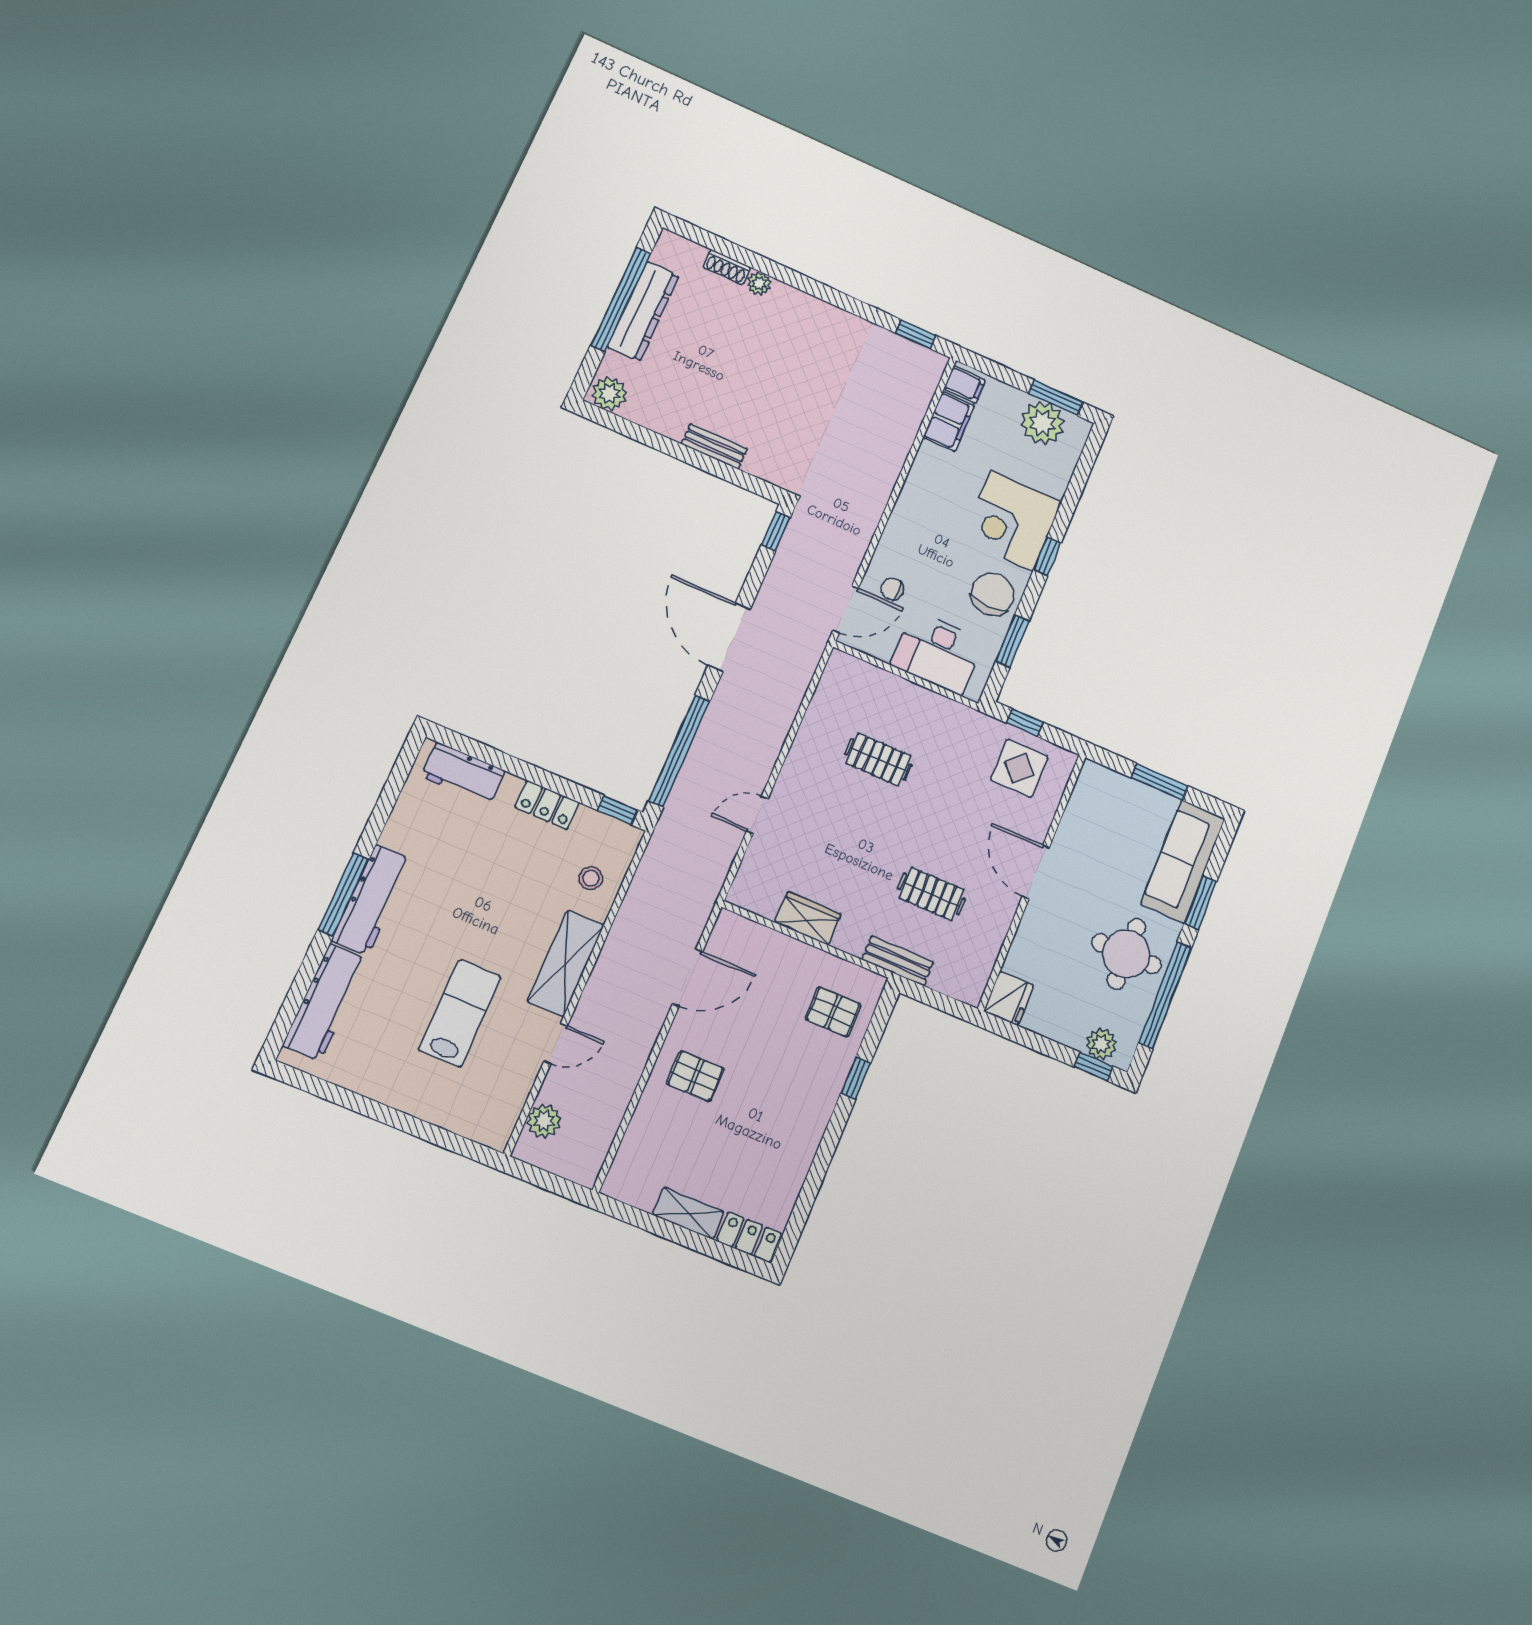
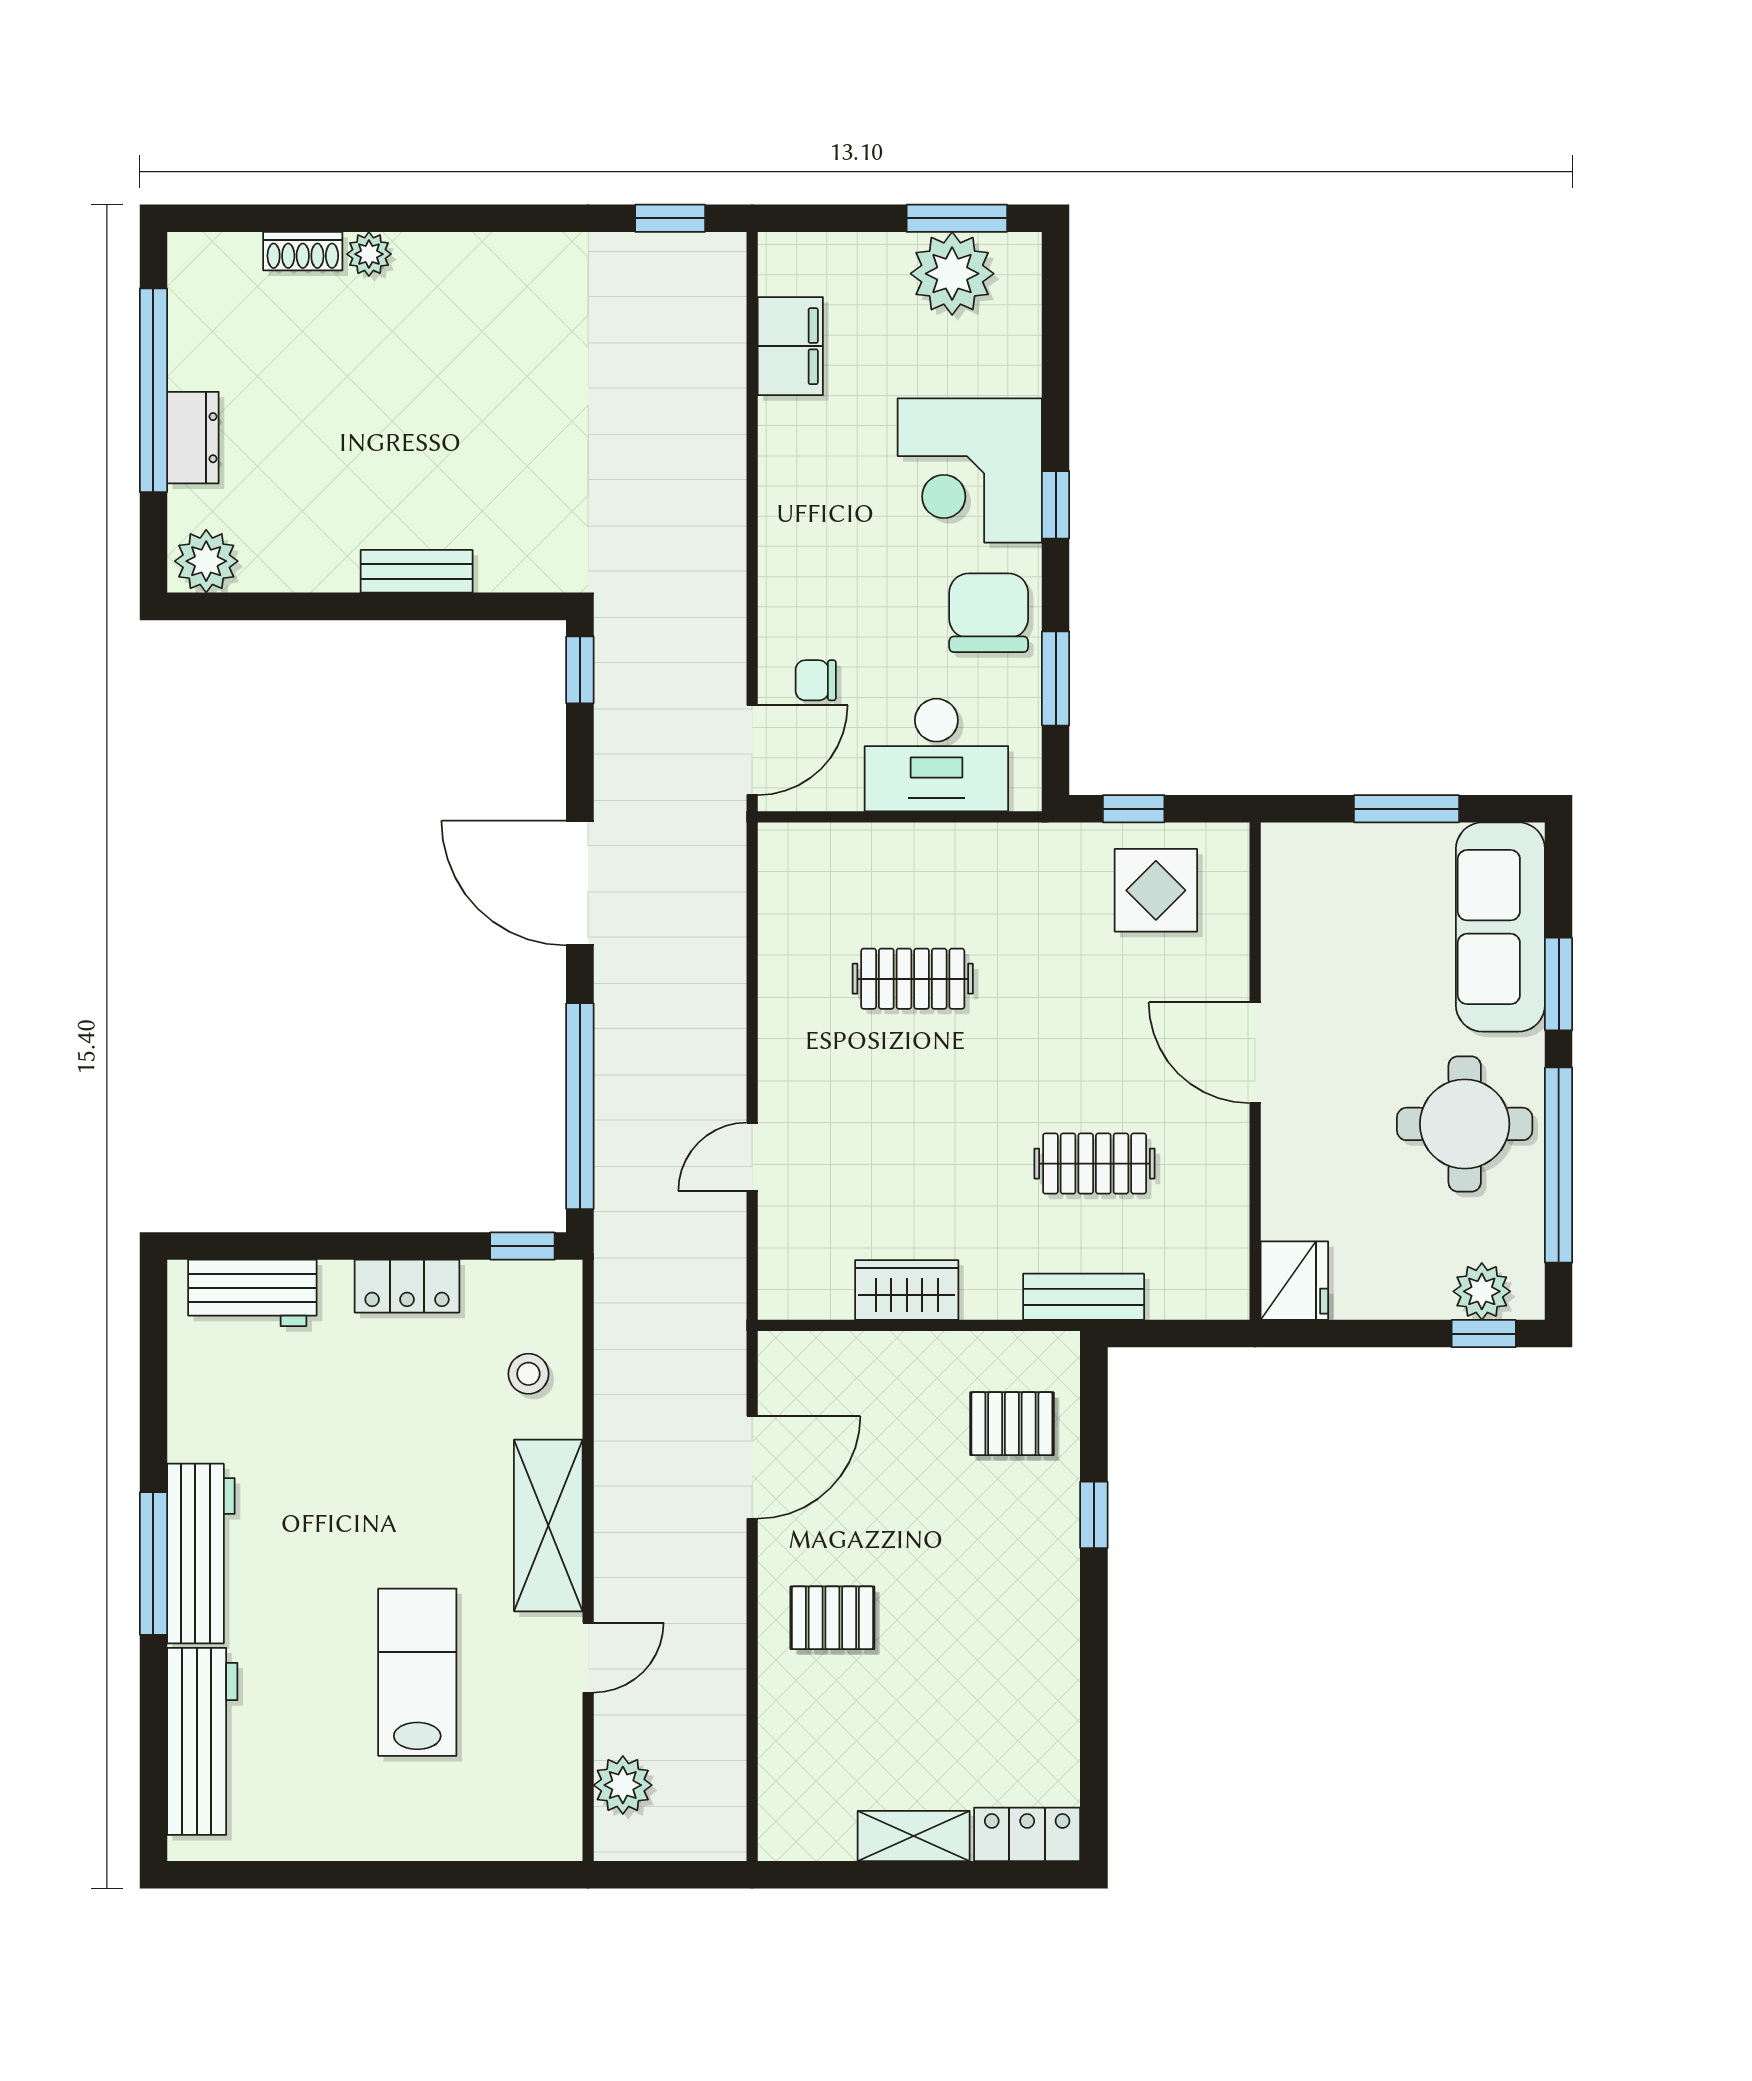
dresser: (643, 311) -> (193, 438), width x0.51, depth x0.80
filing cabinet: (965, 385) -> (791, 268), removed

